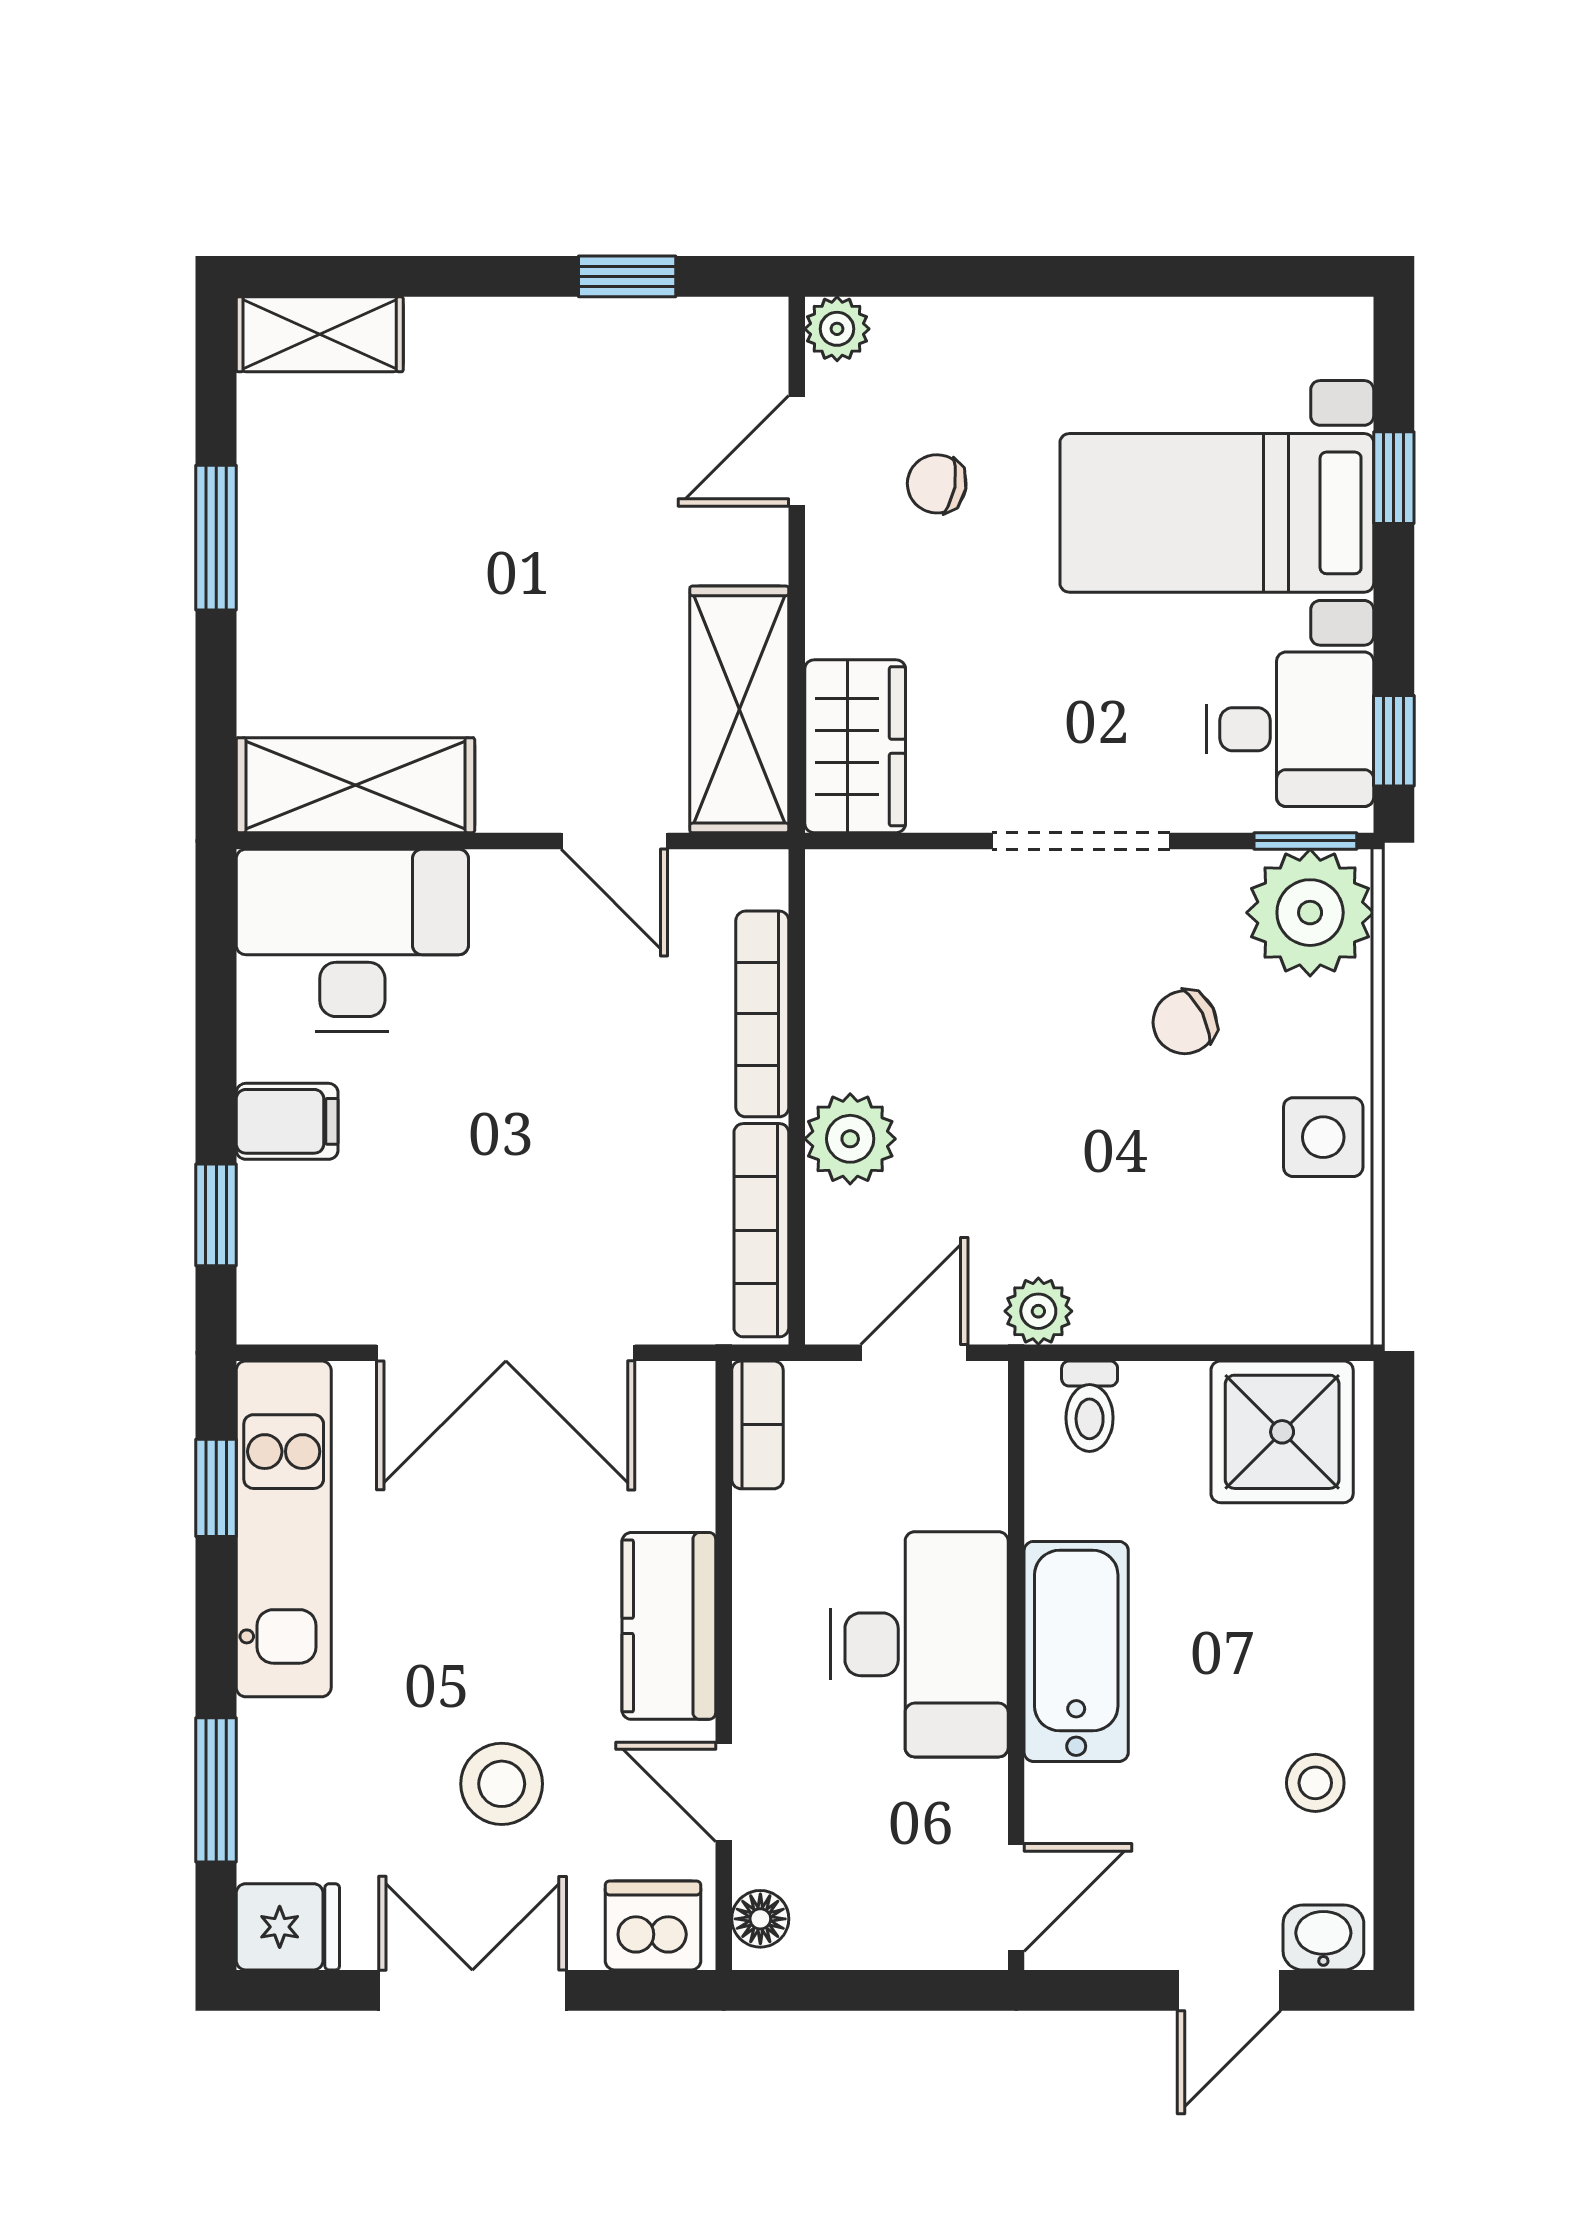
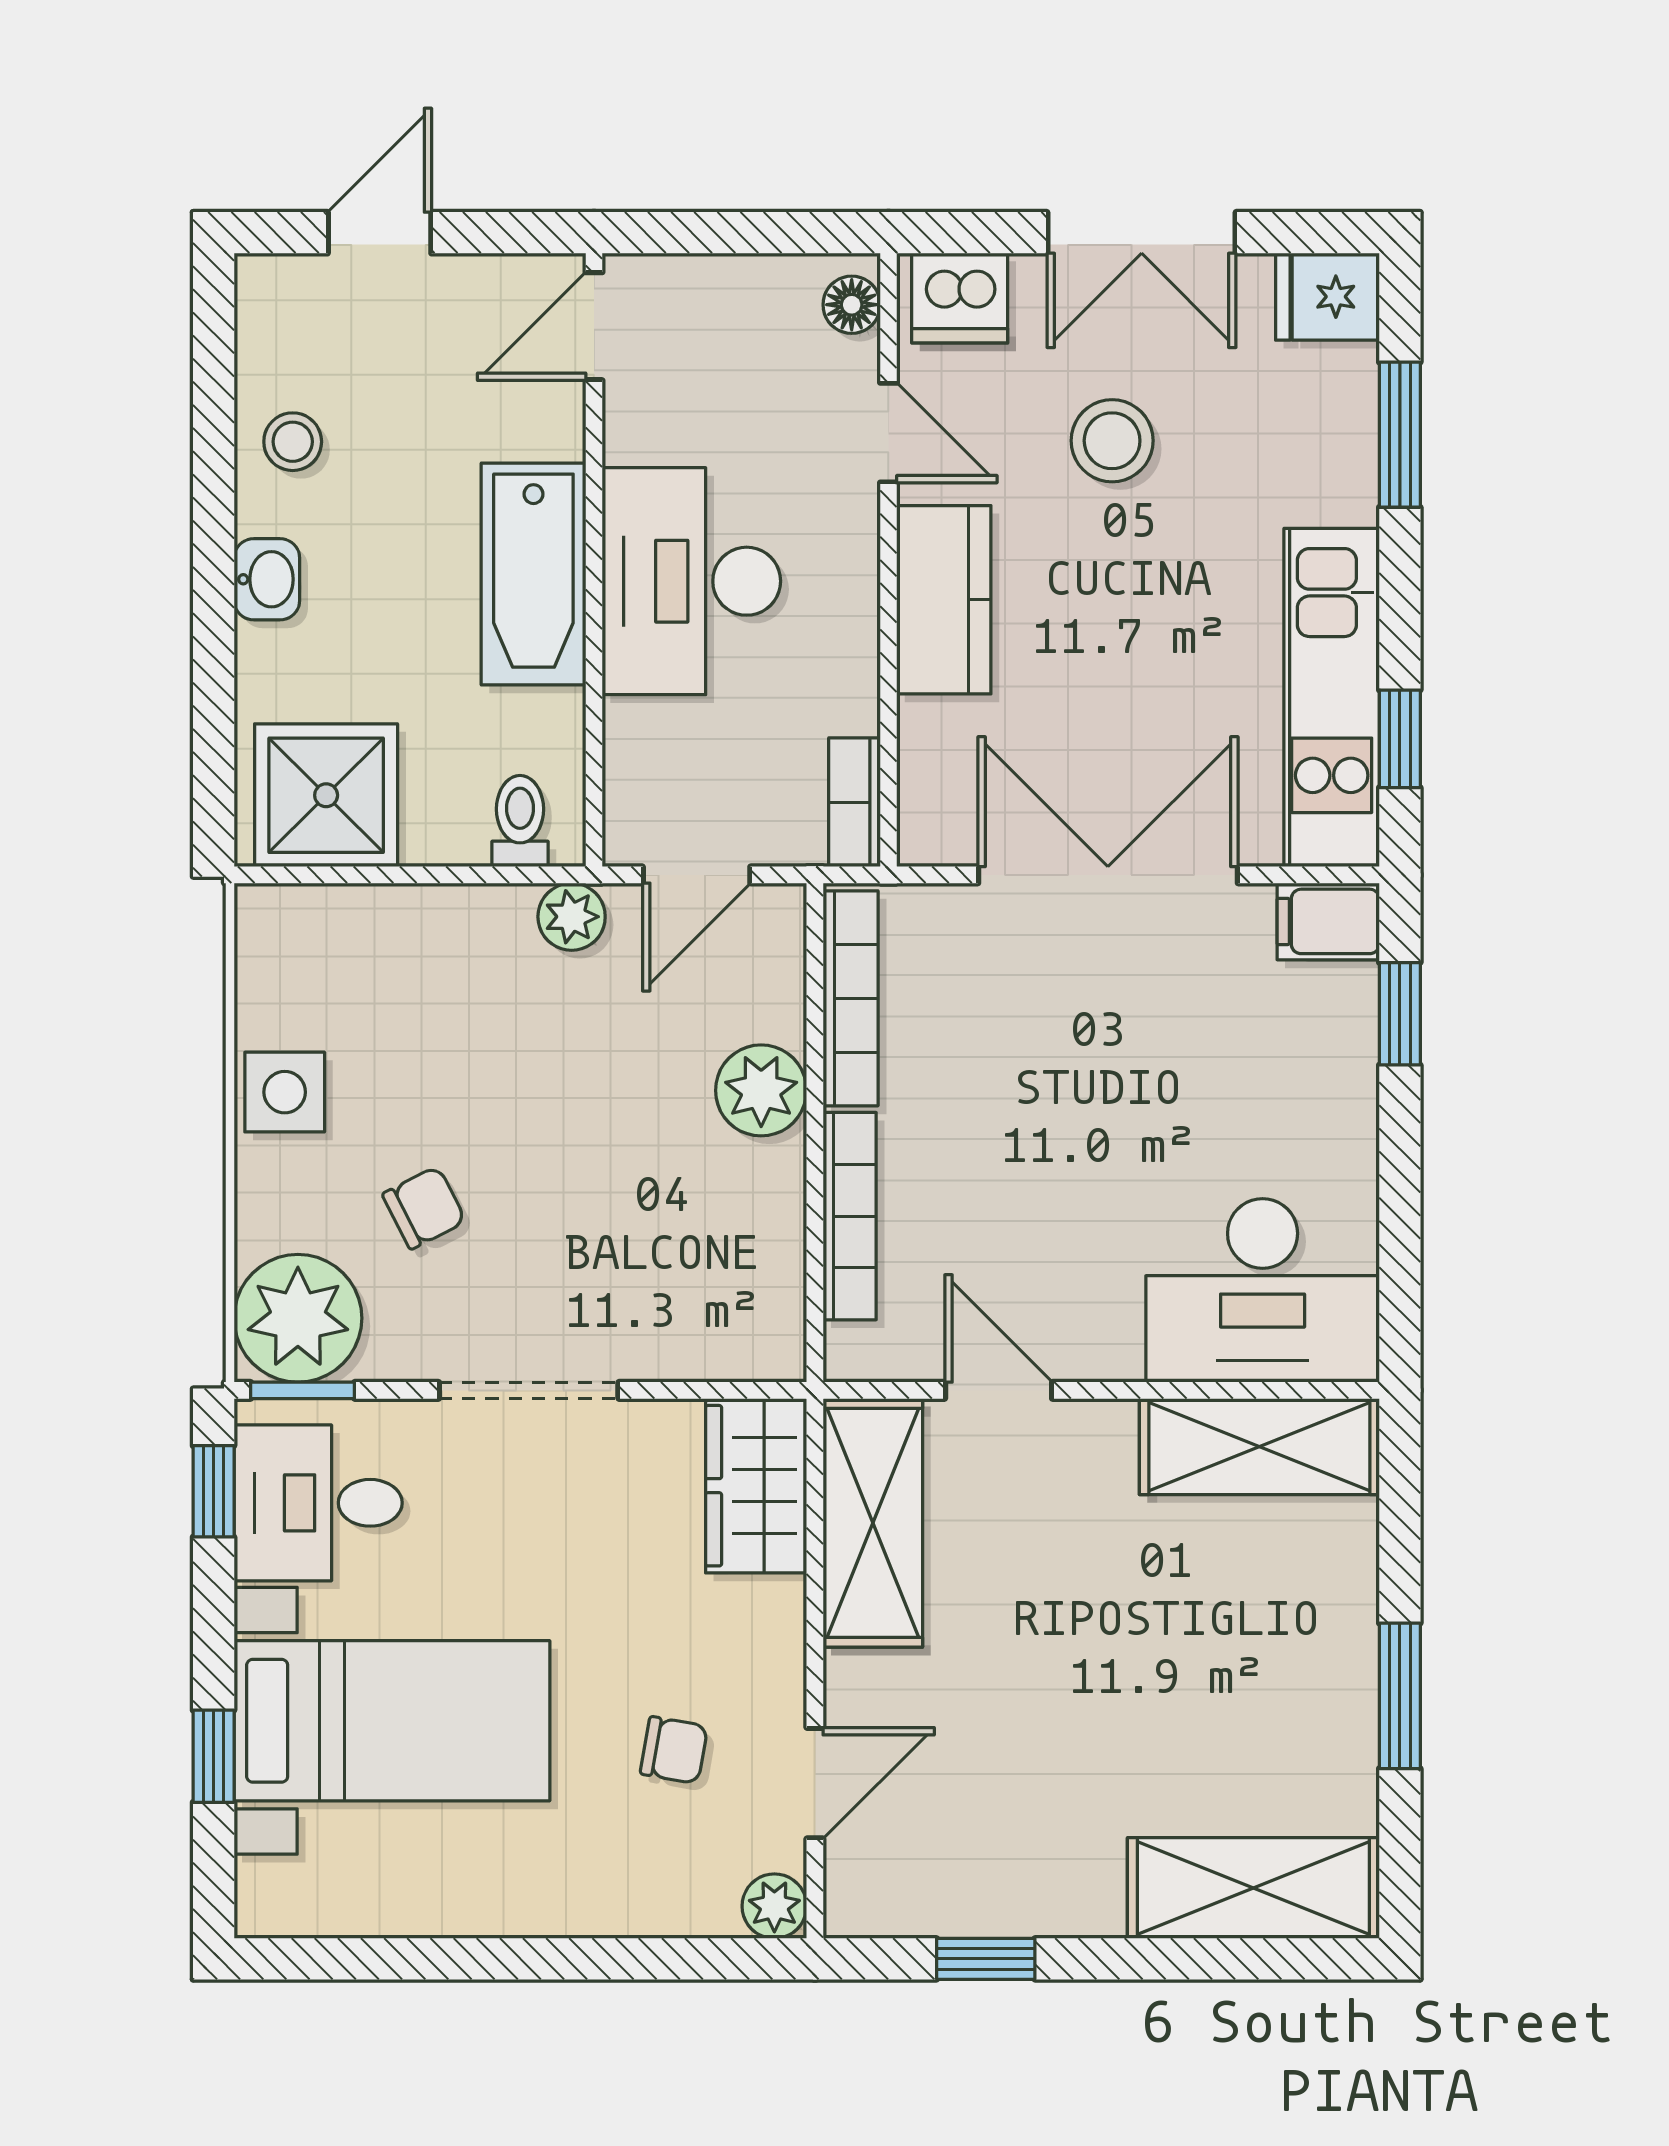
shelving: (320, 334) -> (1253, 1888), width x1.50, depth x1.33
filing cabinet: (287, 1121) -> (1328, 921), moved
washbasin: (1323, 1937) -> (267, 579), moved, turned -90

